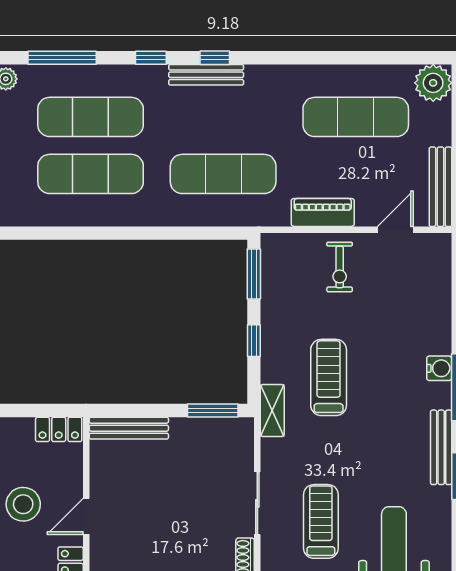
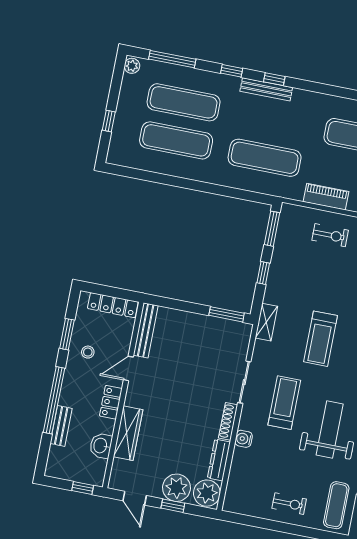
exercise bike: (340, 267) -> (330, 235), turned -90
treadmill: (329, 377) -> (321, 339), moved, turned 180
bench: (129, 428) -> (146, 330), moved, turned 90
locker: (59, 429) -> (113, 305), width x1.53
stool: (23, 504) -> (88, 352), width x0.53, depth x0.53

